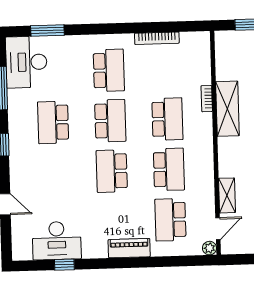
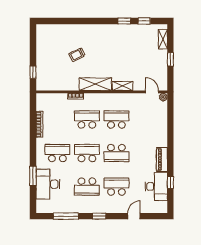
window: (47, 31) -> (33, 176), moved
desk: (26, 62) -> (48, 184), moved, turned 90
shelving: (227, 109) -> (95, 84), moved
shelving: (227, 195) -> (123, 86), moved
school desk: (170, 220) -> (116, 187), moved, turned 180
piano: (129, 248) -> (162, 159), moved

